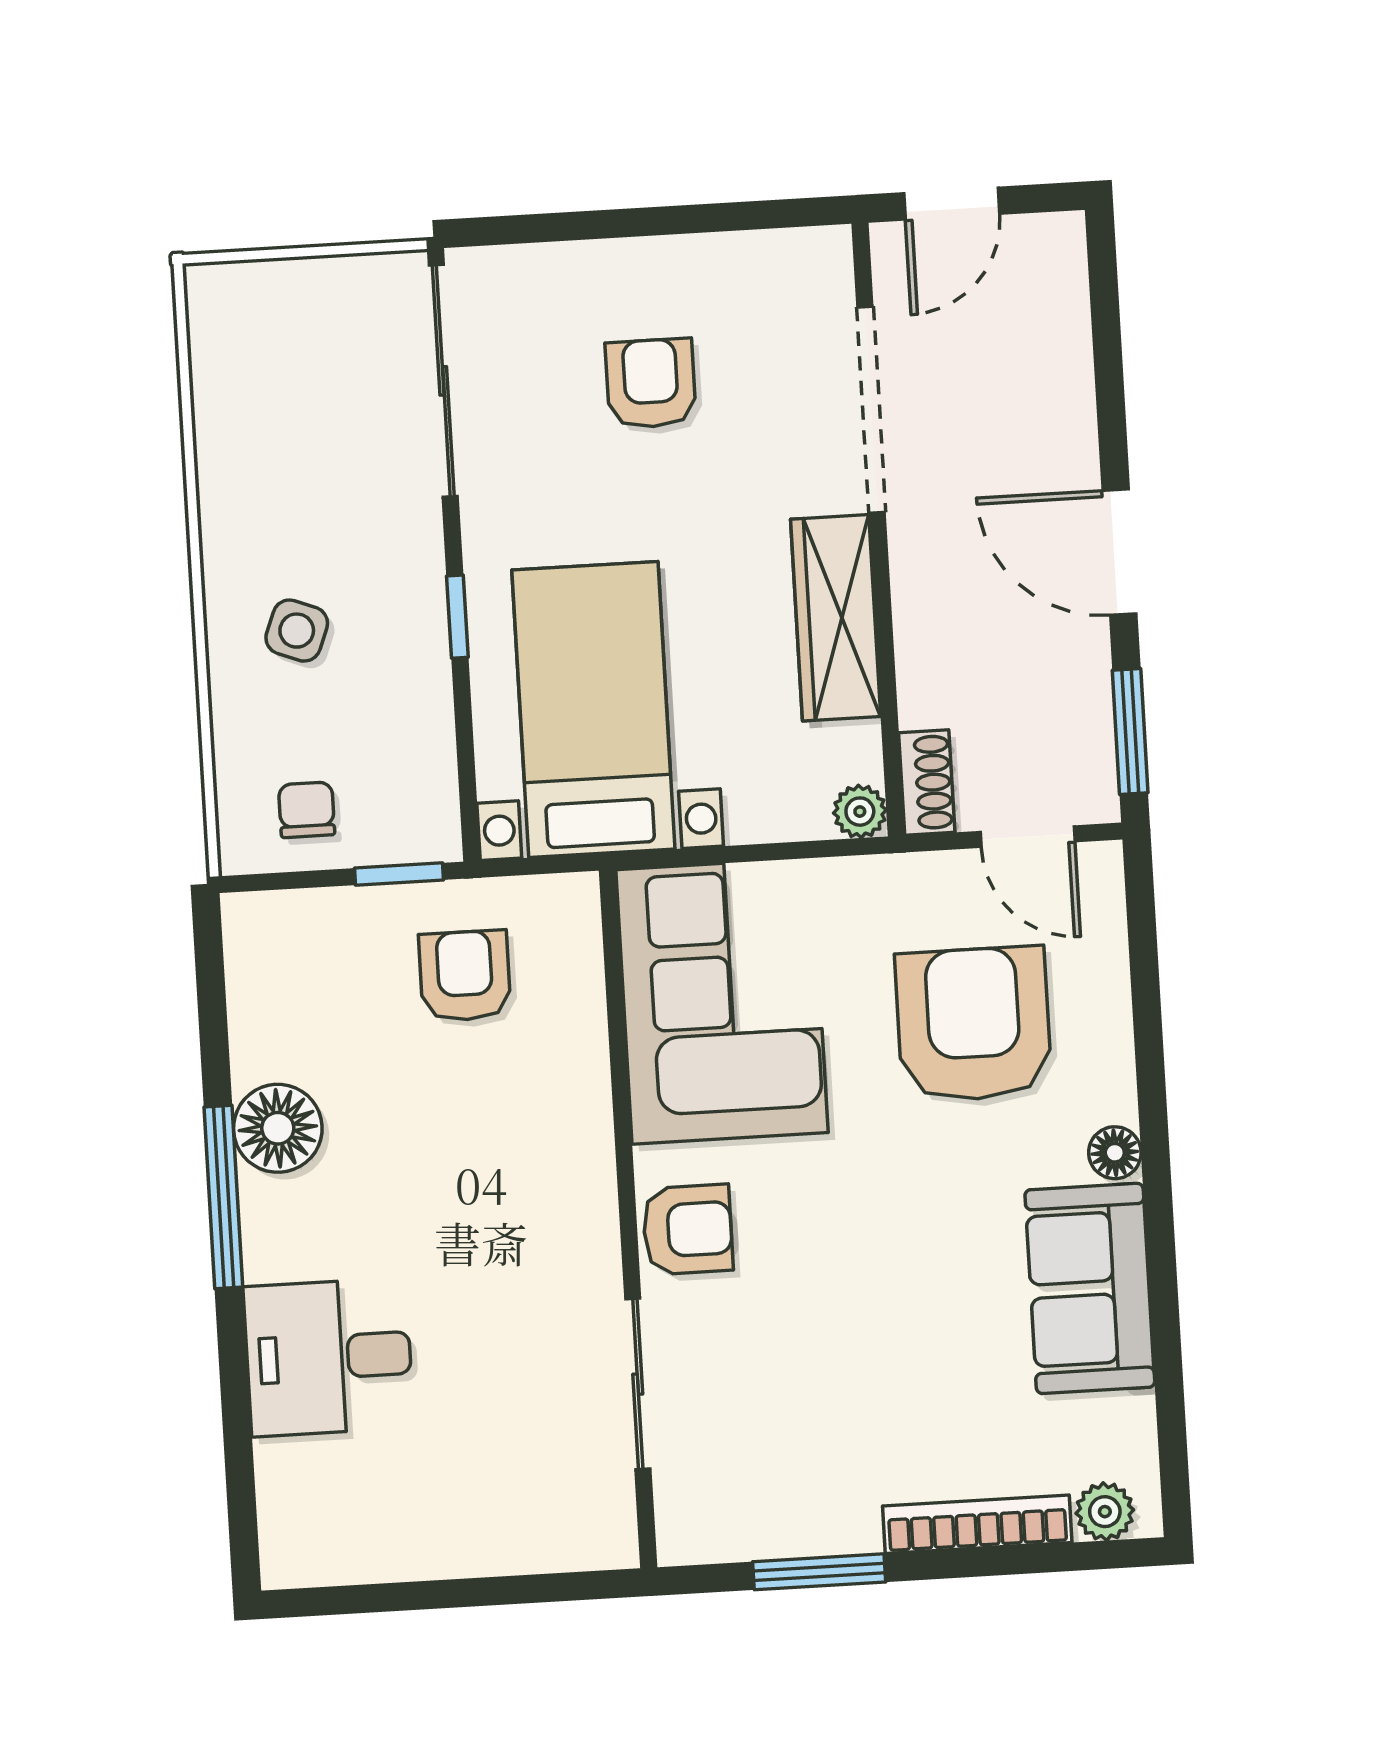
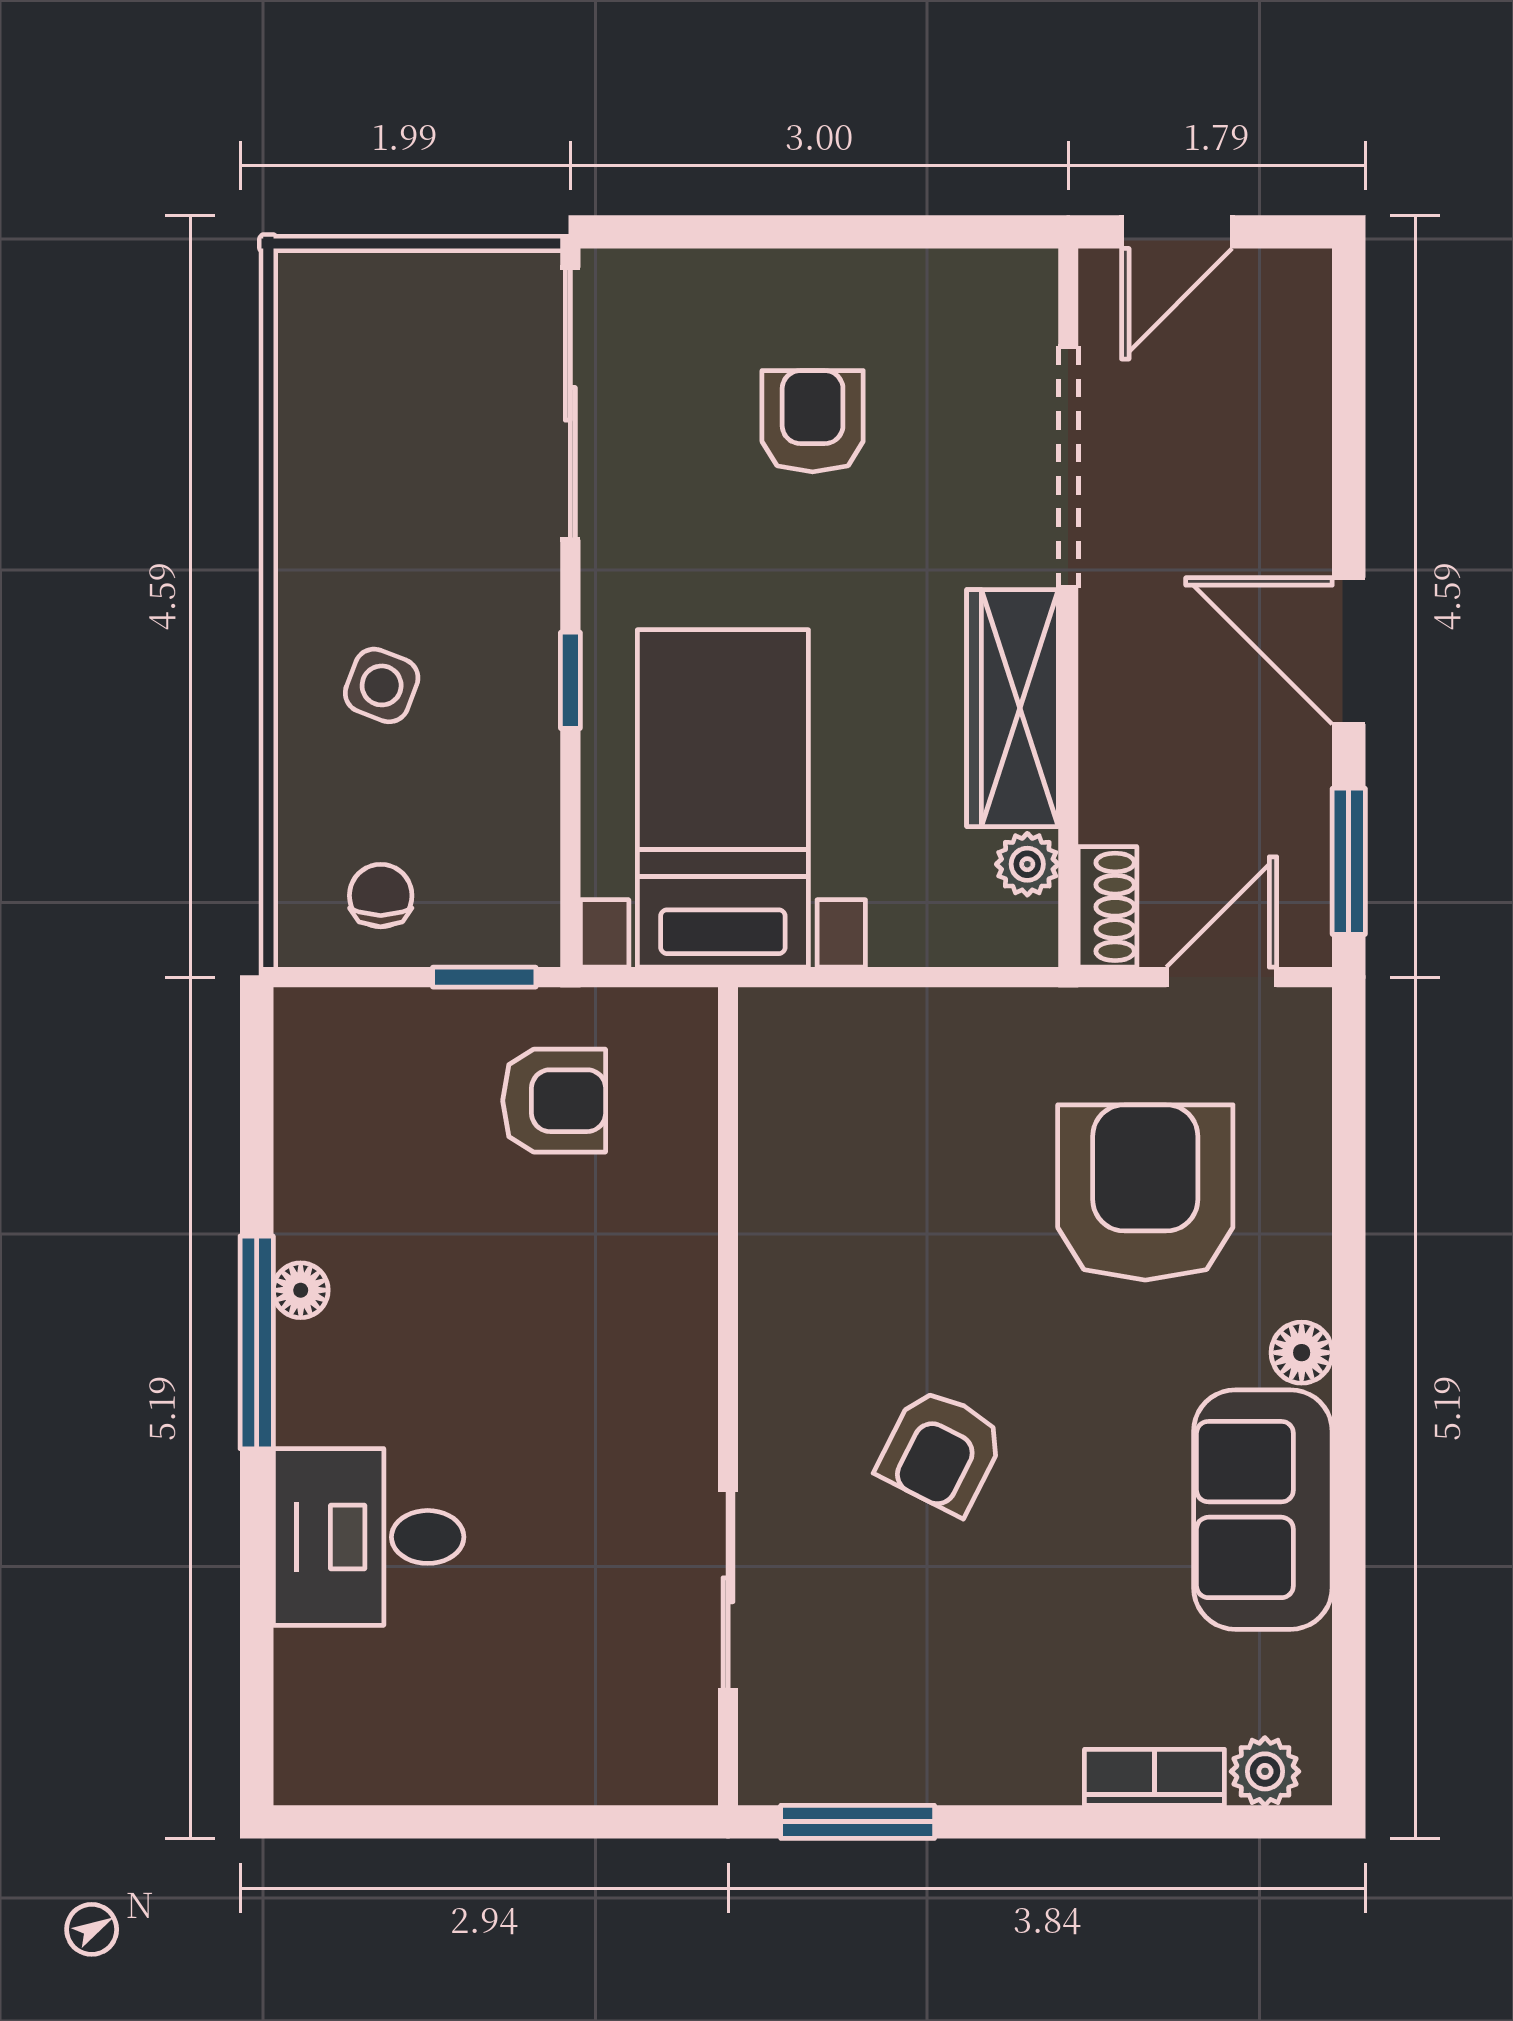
plant: (860, 812) -> (1027, 864), moved
door: (1028, 837) -> (1222, 977), swing flipped
armchair: (465, 976) -> (554, 1101), turned 90
corner sofa: (722, 1001) -> (853, 1148), removed
floor lamp: (278, 1128) -> (301, 1290), width x0.53, depth x0.53
armchair: (688, 1230) -> (941, 1451), moved, turned 117
bookcase: (977, 1524) -> (1154, 1777), width x0.64
window: (819, 1572) -> (858, 1822), moved

